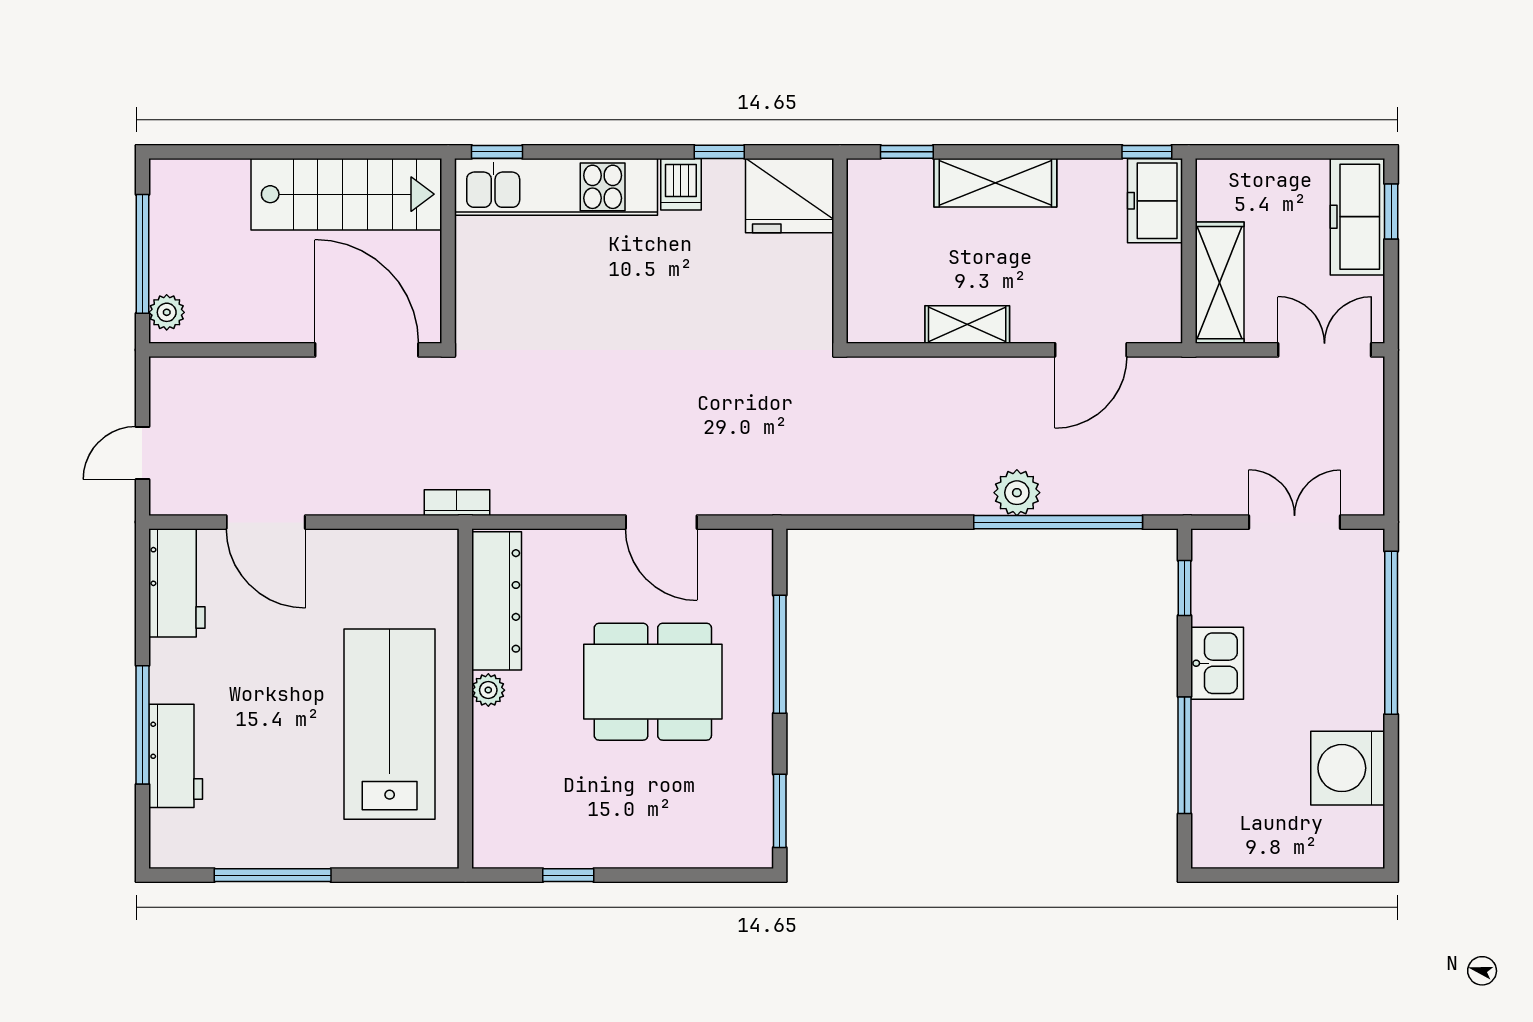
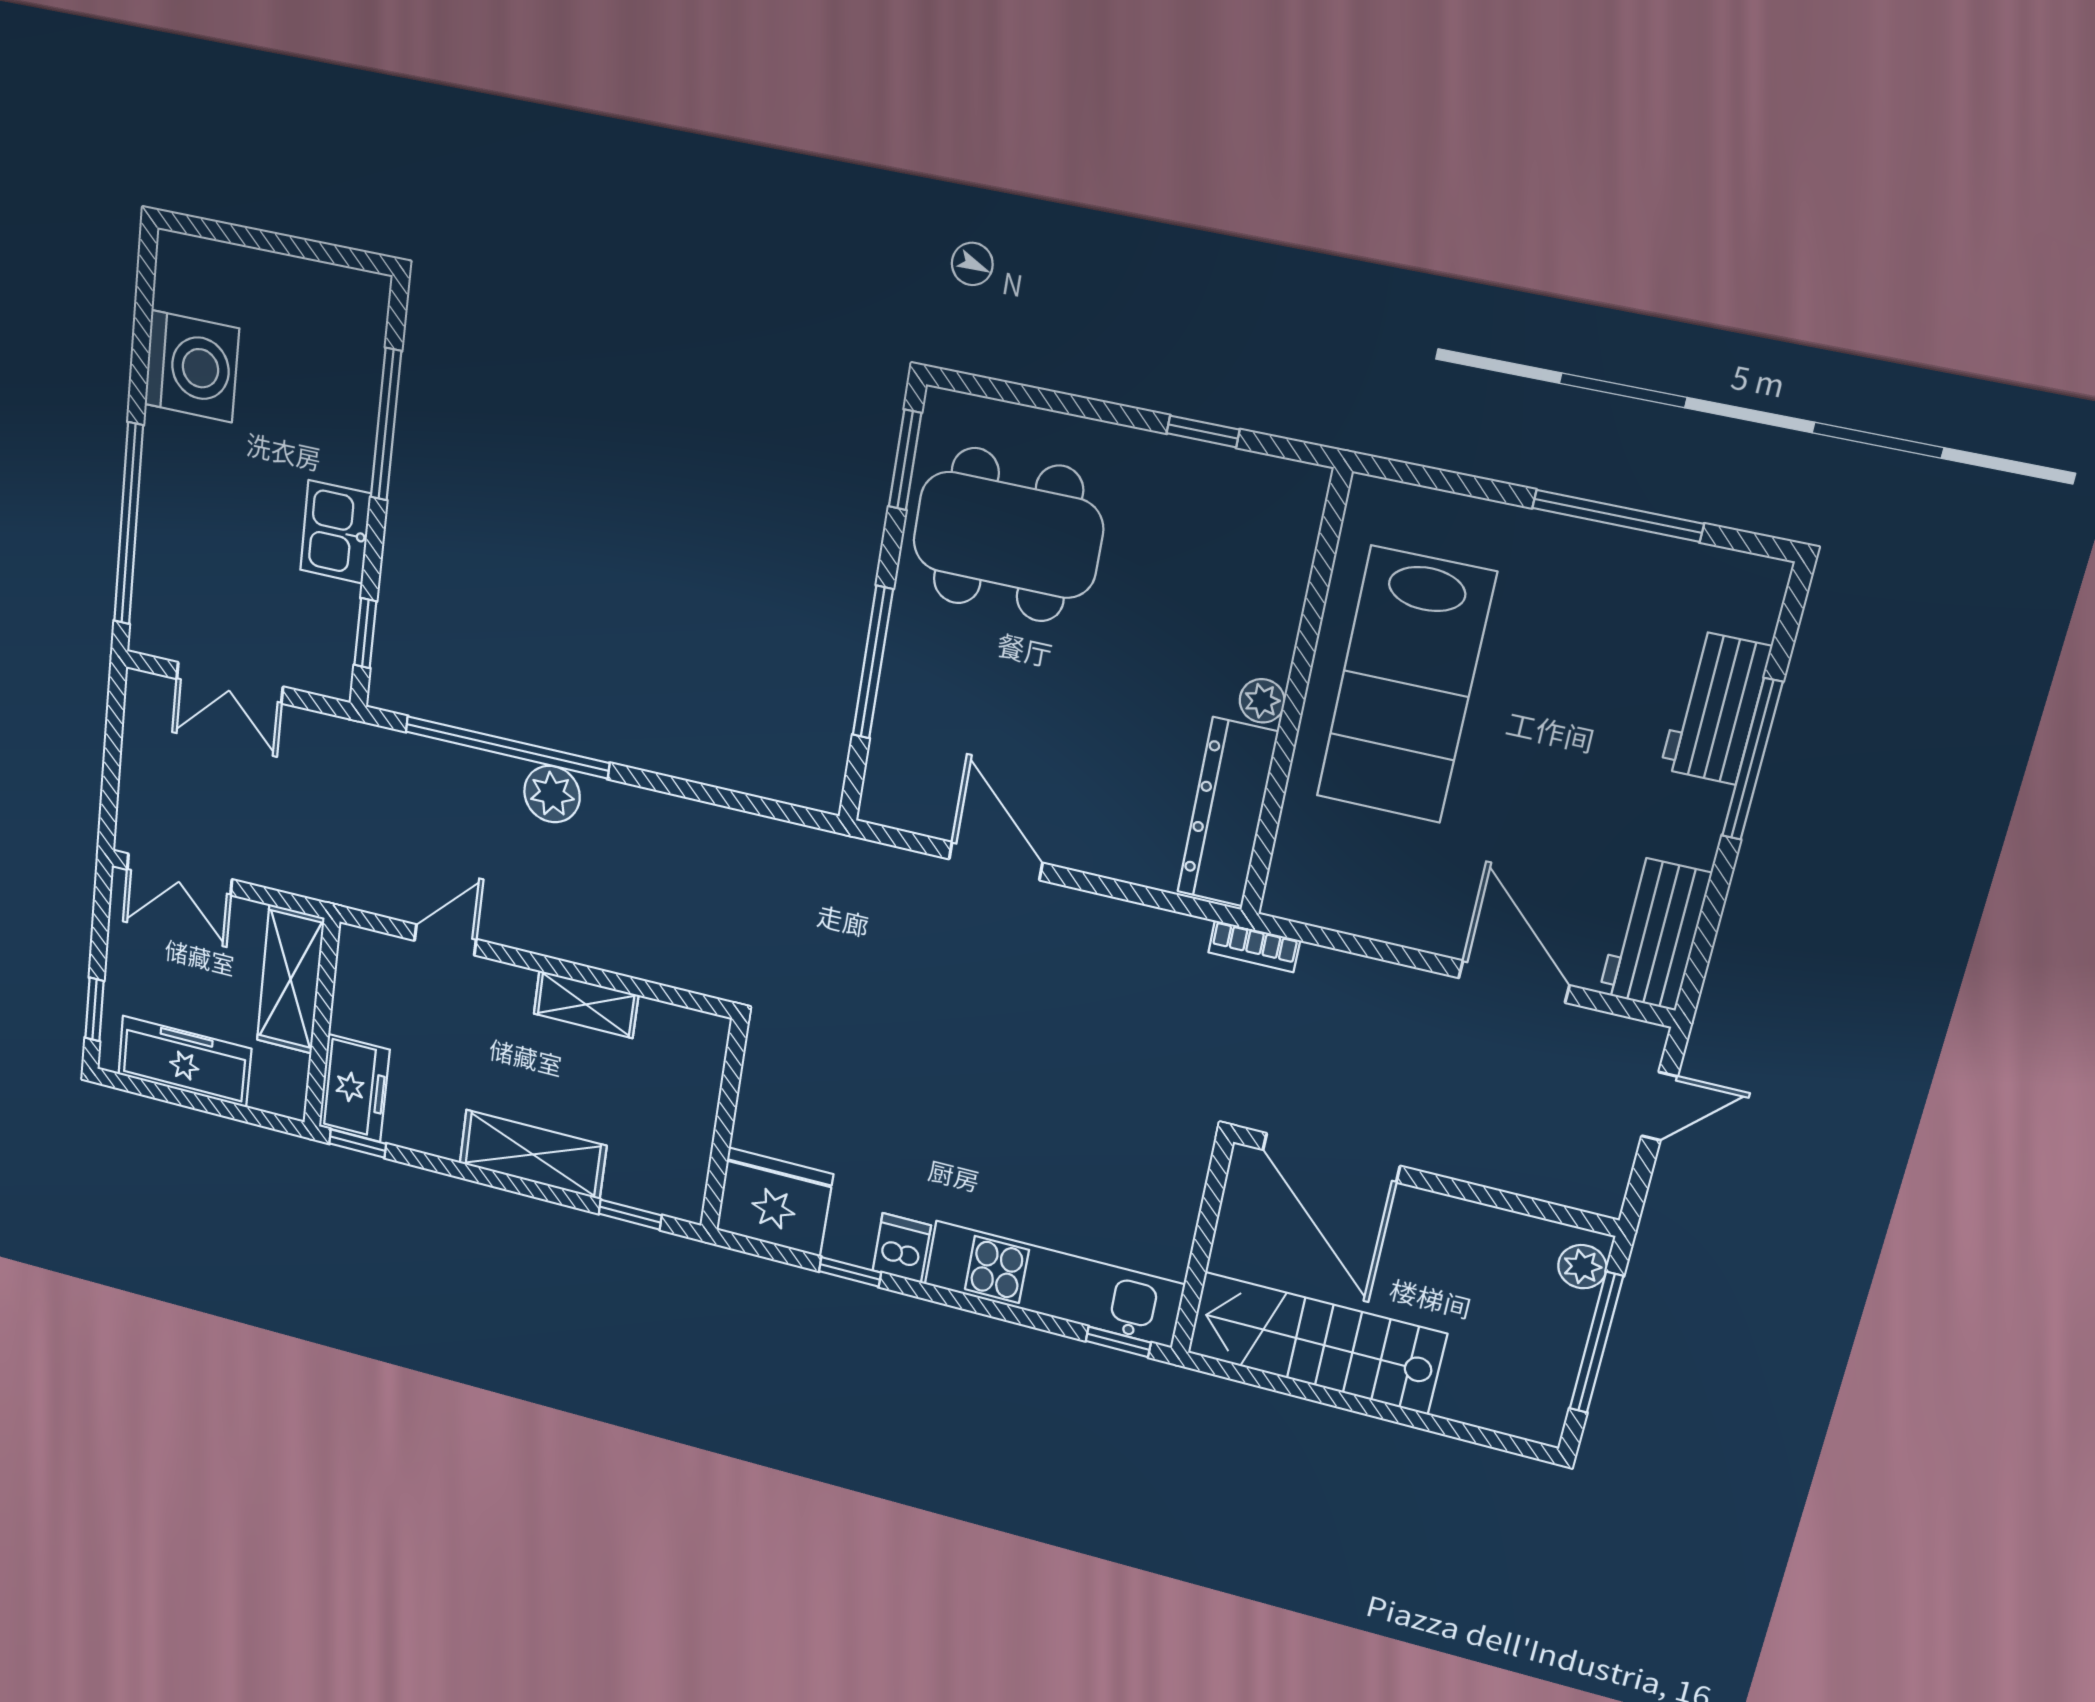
freezer: (1358, 217) -> (185, 1061), moved, turned -90
door: (1091, 350) -> (445, 940), width x0.73
dining table: (653, 682) -> (1008, 535), moved

